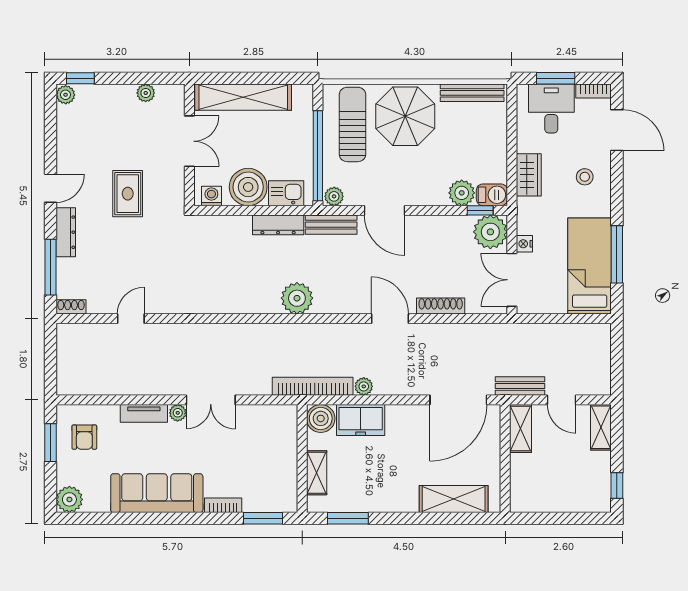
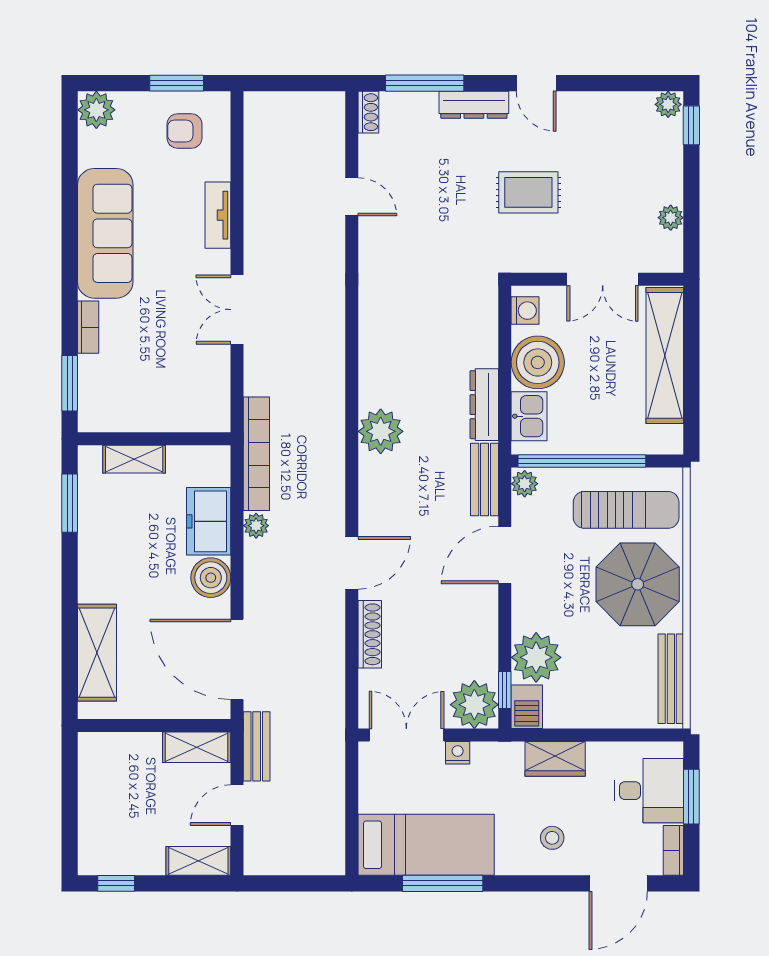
plant: (462, 193) -> (536, 657), width x1.36, depth x1.36
plant: (178, 413) -> (219, 263), removed
boiler: (321, 418) -> (211, 578), moved

